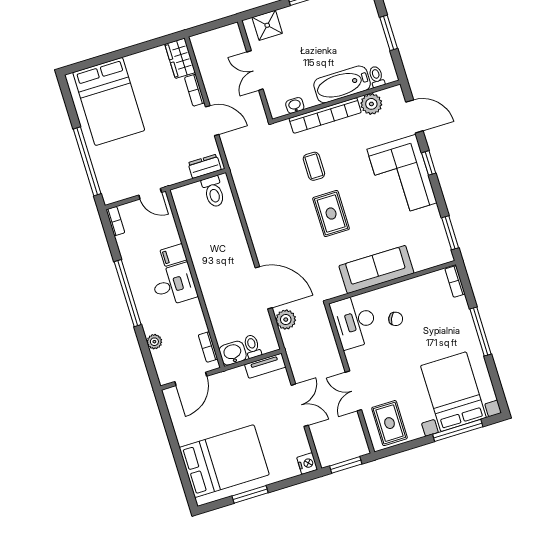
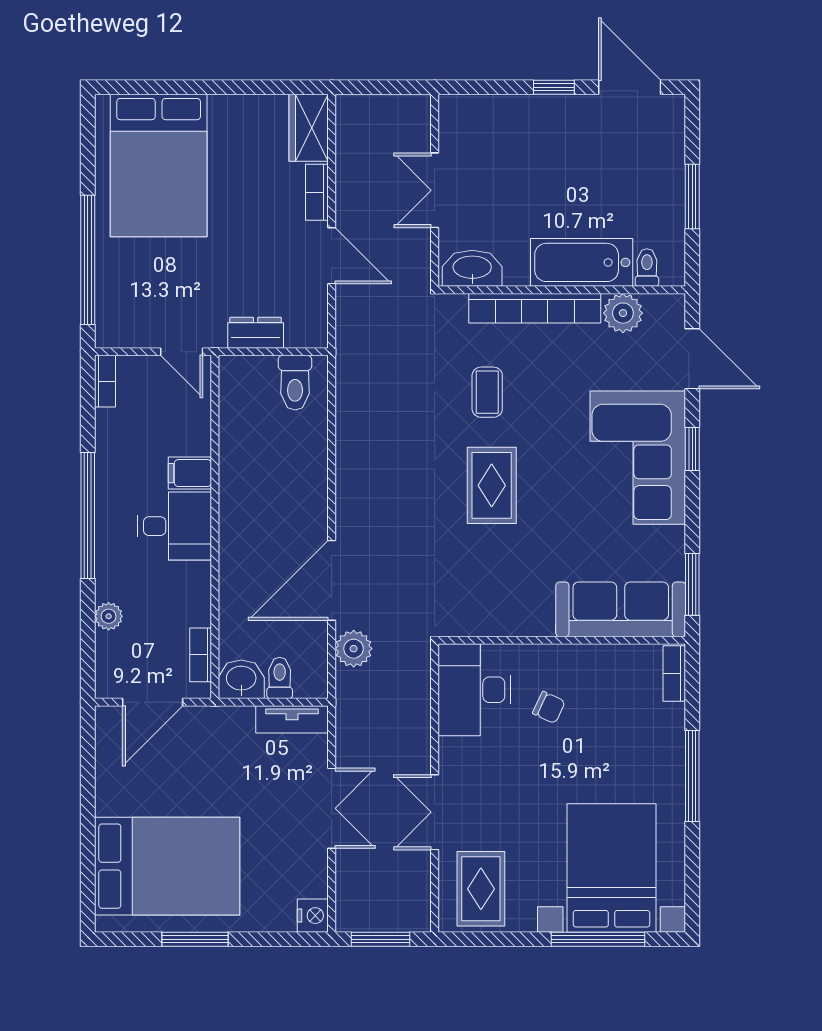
shower: (267, 25) -> (481, 117), removed
washbasin: (295, 105) -> (472, 268), width x1.91, depth x1.45
dresser: (205, 166) -> (256, 333), moved
sofa: (376, 269) -> (621, 609), moved
door: (264, 288) -> (332, 580), swing flipped

